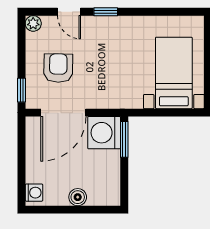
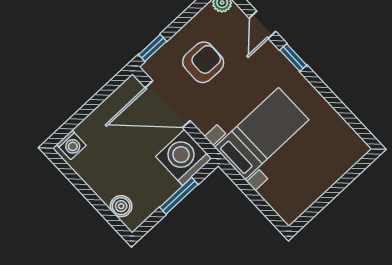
bed with nightstands: (174, 73) -> (262, 134), moved
window: (124, 139) -> (179, 196), moved
boiler: (78, 197) -> (121, 206), moved

